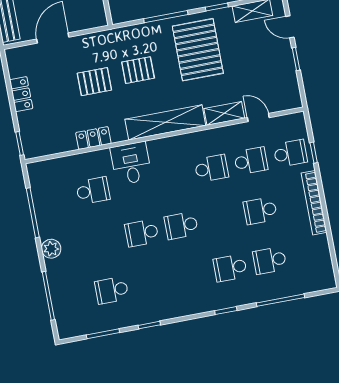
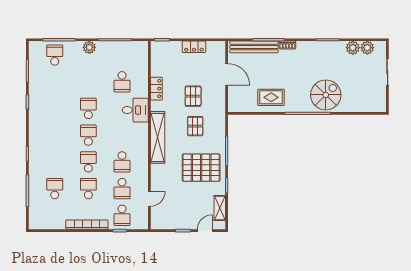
shelving: (224, 113) -> (156, 177), removed
school desk: (230, 268) -> (88, 162), moved
school desk: (112, 290) -> (55, 55), moved

